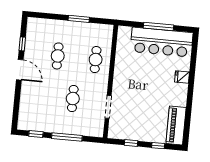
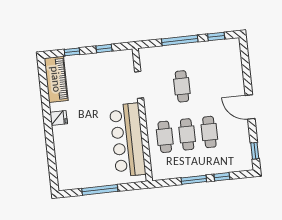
window: (55, 17) -> (222, 177), added
bar counter: (162, 42) -> (128, 140), moved, turned -90
window: (22, 44) -> (255, 151), moved
cafe table: (77, 58) -> (187, 134), added
fridge: (182, 77) -> (59, 118), moved

